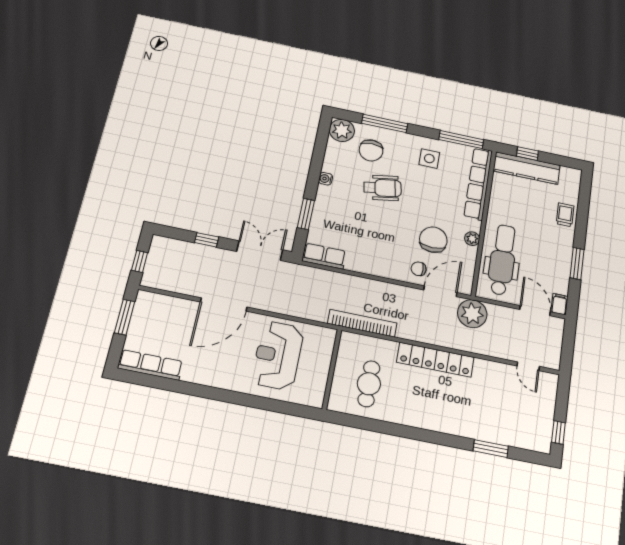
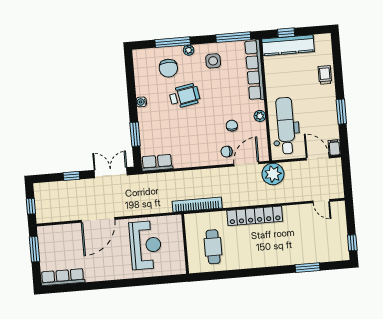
plant: (342, 130) -> (189, 50), moved, width x0.53, depth x0.53
chair: (433, 240) -> (232, 126), width x0.54, depth x0.54
reception desk: (278, 355) -> (146, 245), turned 180

